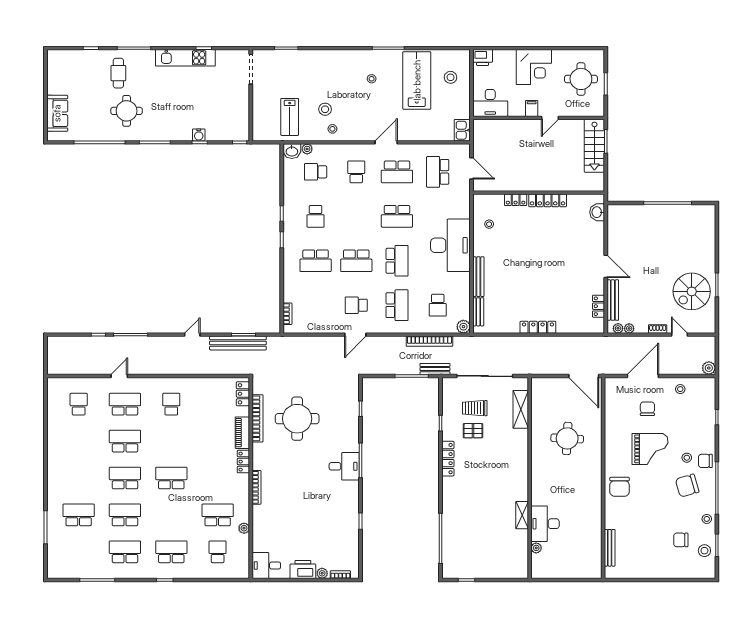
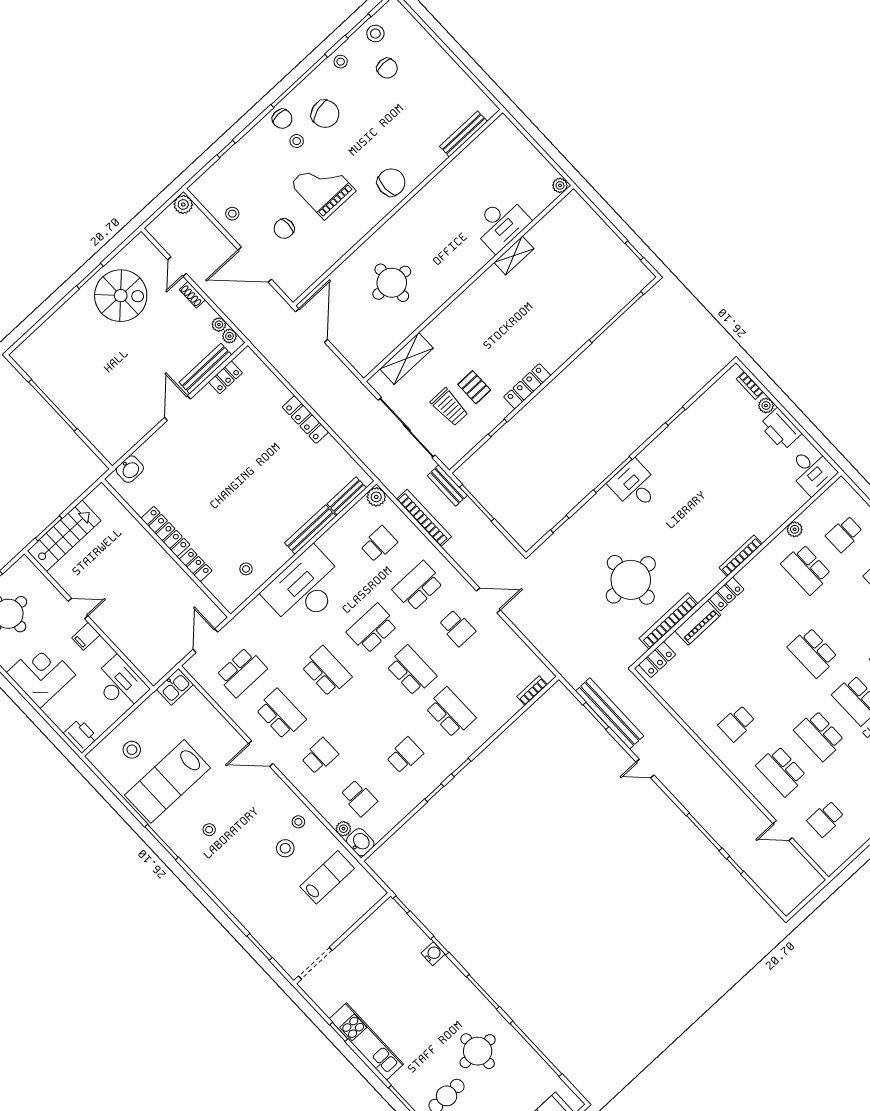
school desk: (356, 172) -> (320, 756), turned 180
door: (119, 376) -> (783, 831), moved
plant: (536, 548) -> (560, 185), moved

